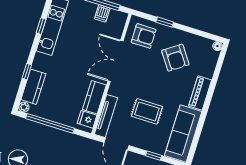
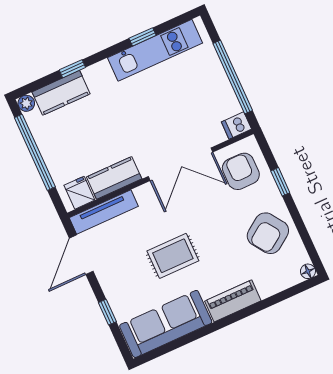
dishwasher: (102, 13) -> (236, 125), moved
armchair: (144, 36) -> (241, 171), turned 180
armchair: (175, 58) -> (268, 233), moved
double door: (115, 61) -> (180, 164), swing flipped
rug: (147, 111) -> (173, 256), moved, turned 90

